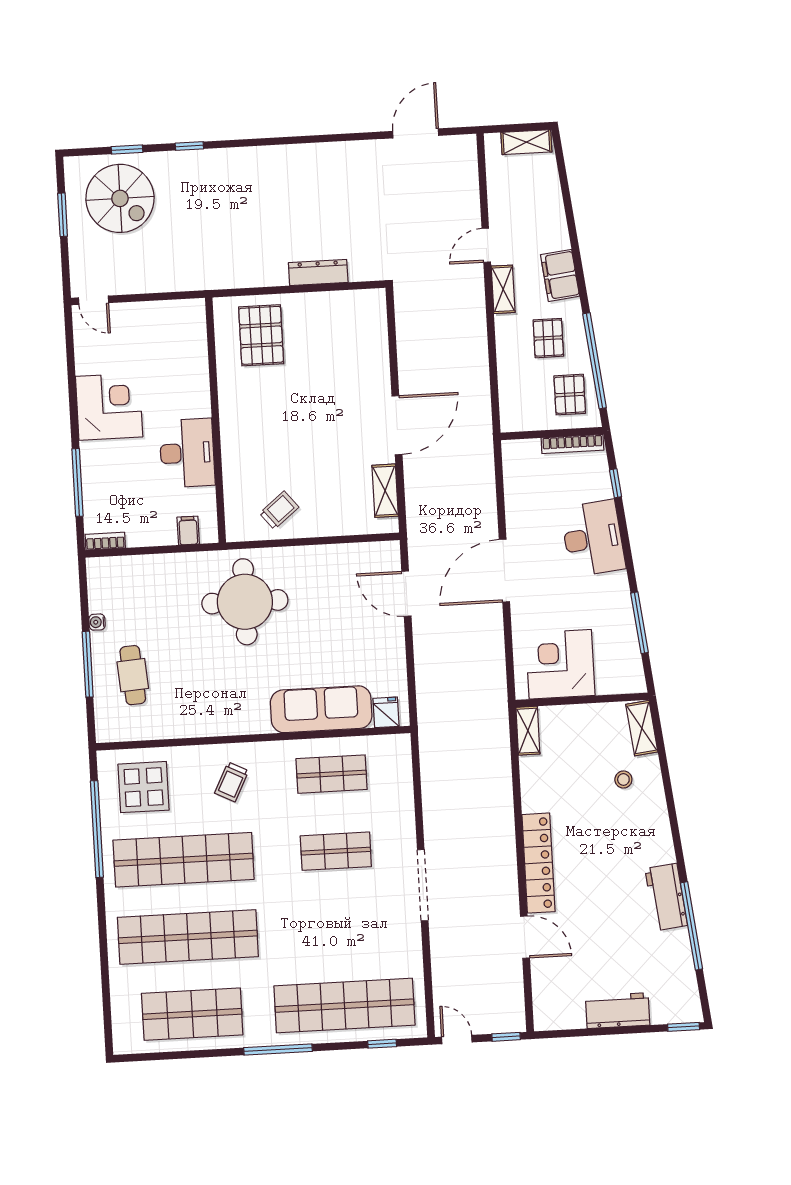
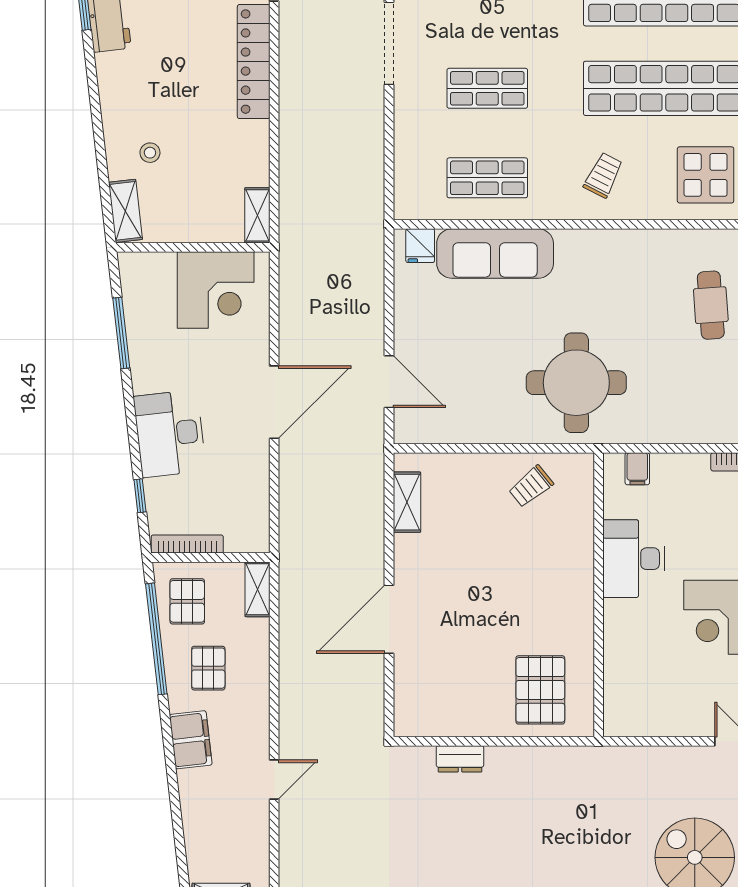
dresser: (318, 273) -> (460, 759), width x0.70
shelving: (503, 289) -> (257, 589), moved
door: (397, 425) -> (389, 619), moved

